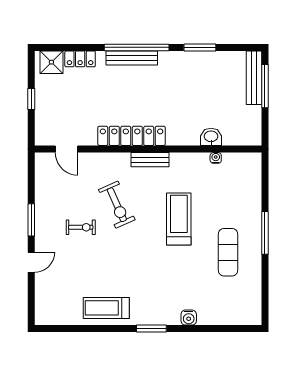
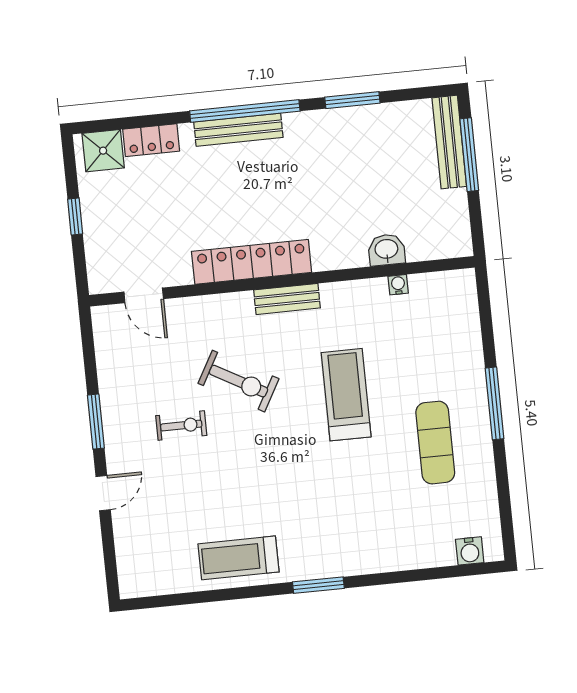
exercise bike: (117, 205) -> (239, 381), turned -37
water cooler: (189, 318) -> (470, 551), moved

